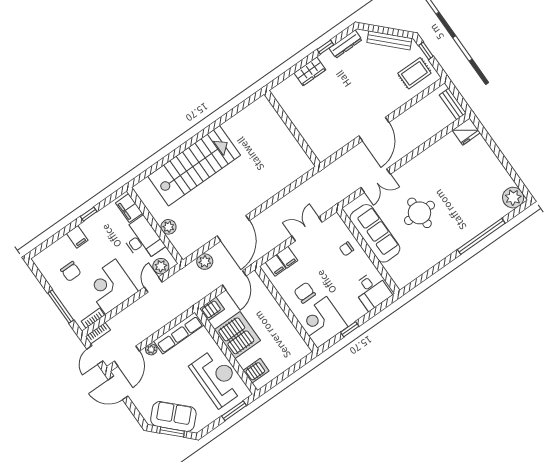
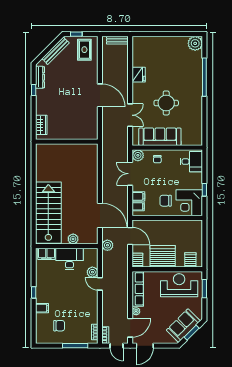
wardrobe: (310, 71) -> (41, 125), moved
fridge: (466, 132) -> (139, 75), moved
filing cabinet: (129, 208) -> (46, 254), moved
plant: (335, 223) -> (138, 155), added
wall: (155, 225) -> (67, 246), moved
plant: (168, 227) -> (73, 239), moved
desk: (142, 239) -> (69, 259), moved
corner desk: (111, 287) -> (84, 309), removed
door: (127, 356) -> (130, 328), hinge flipped

